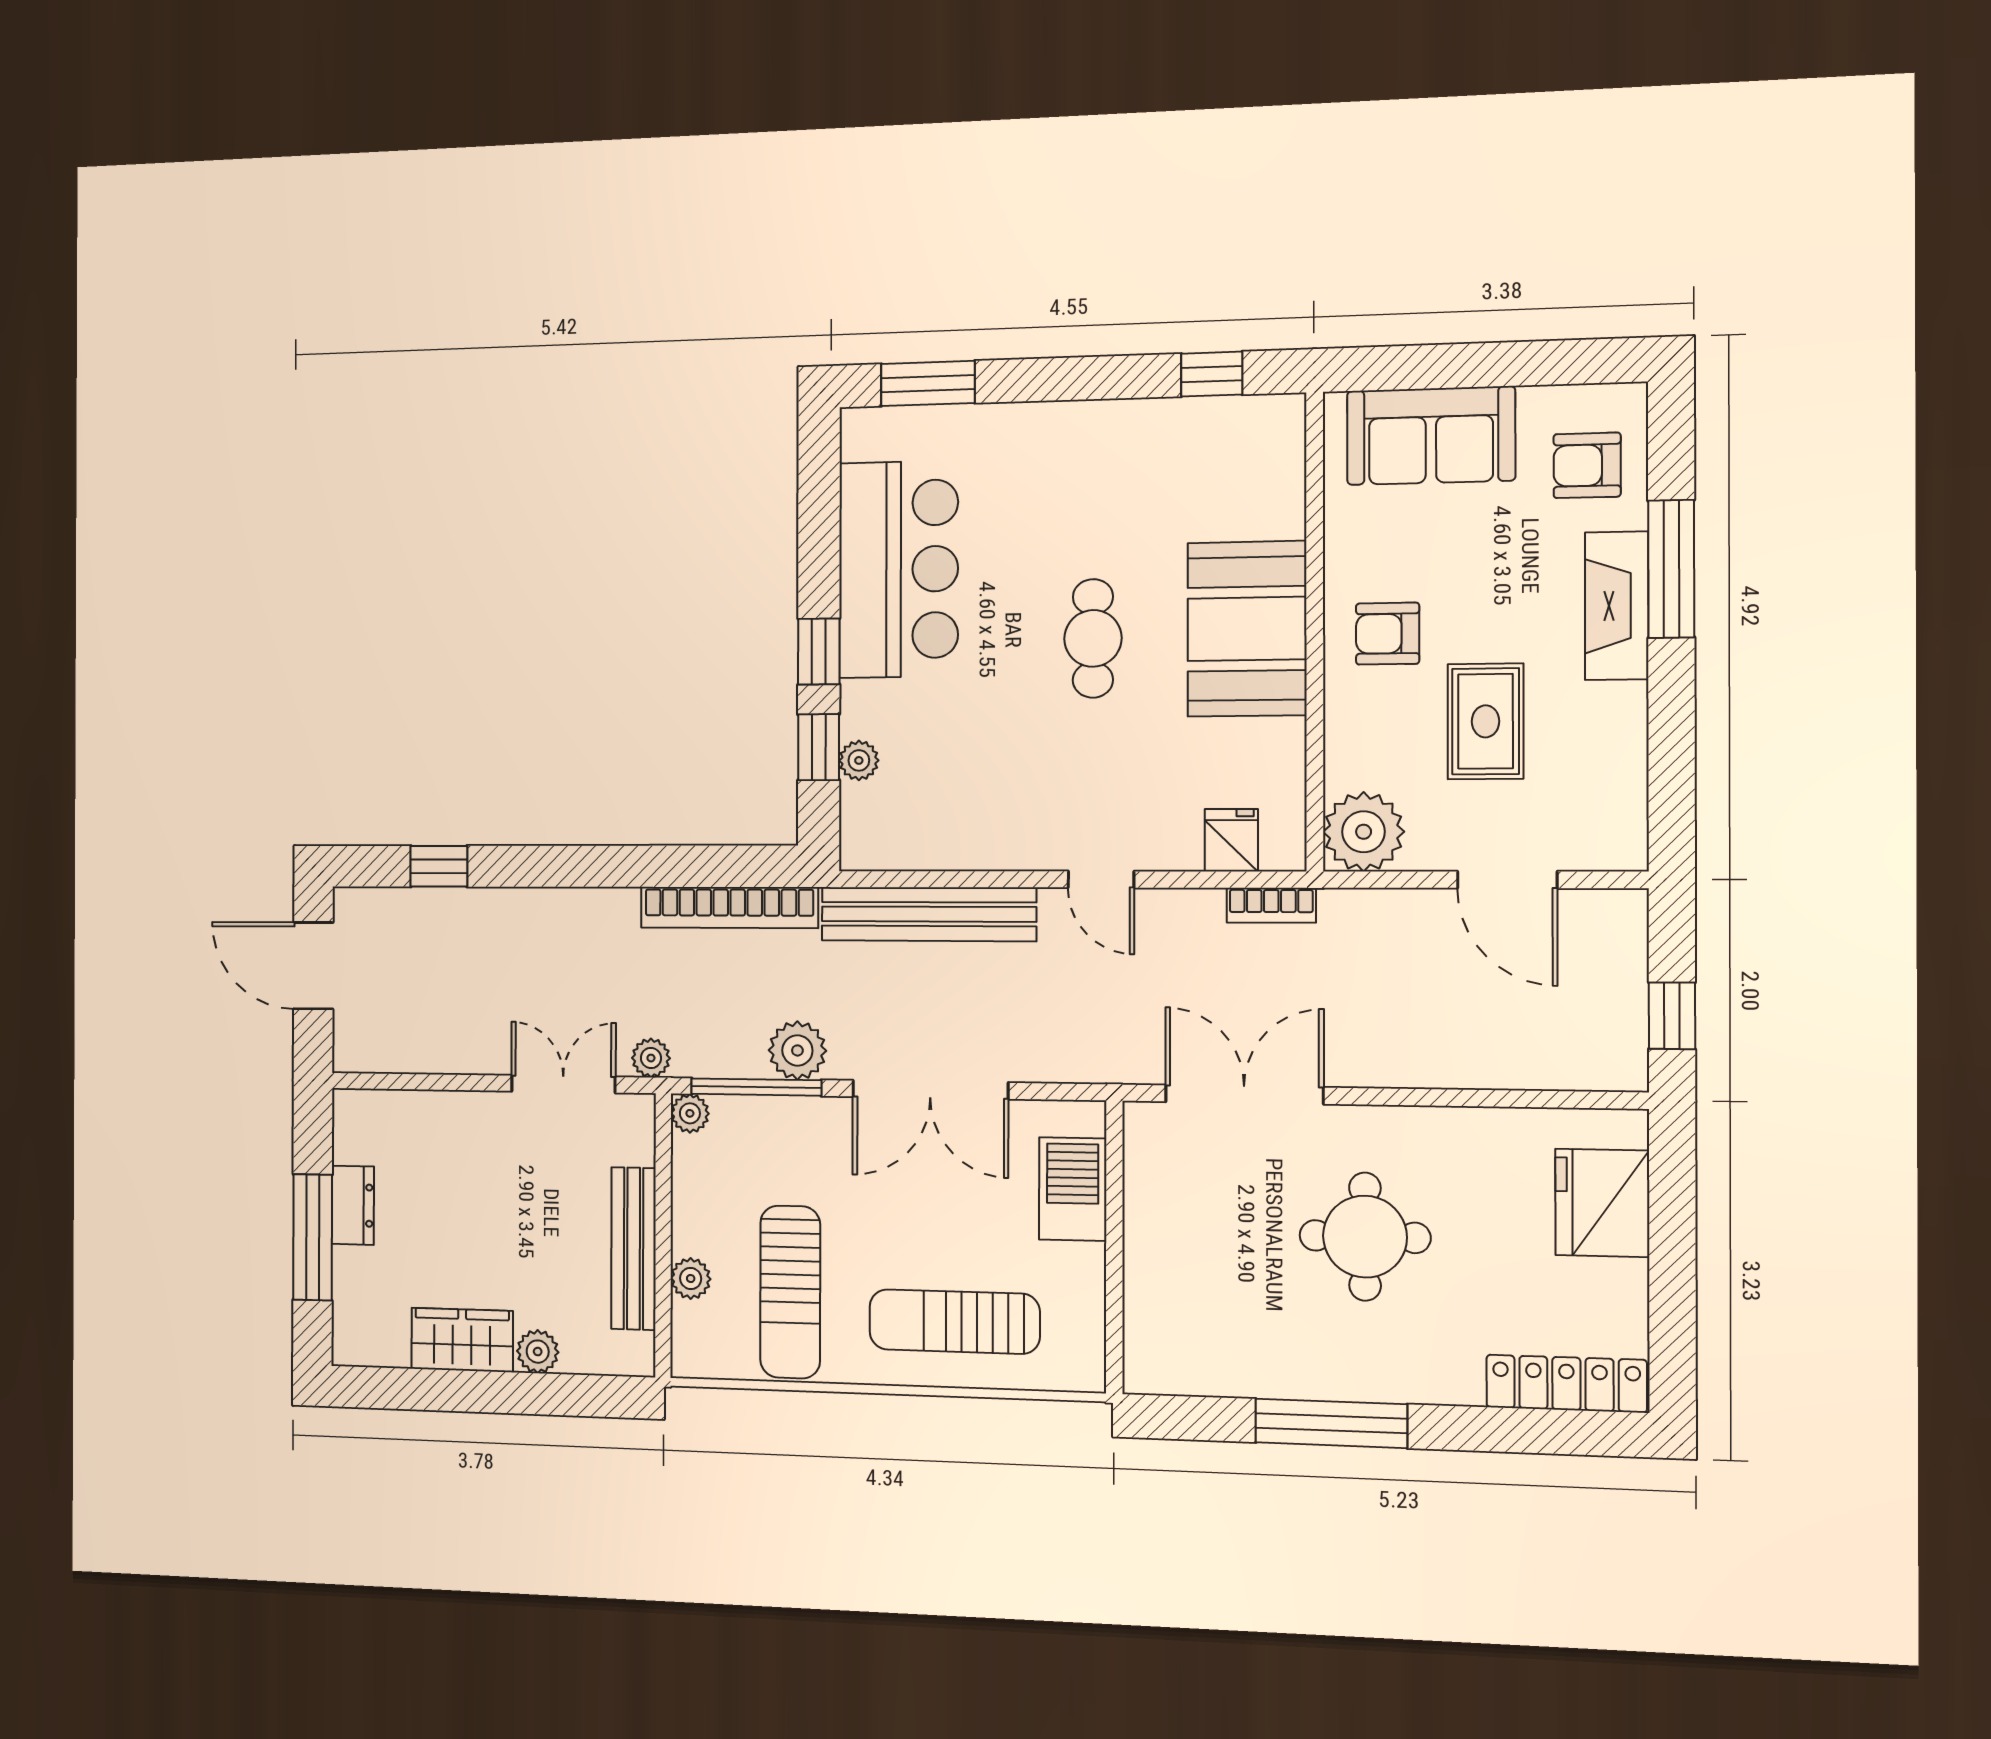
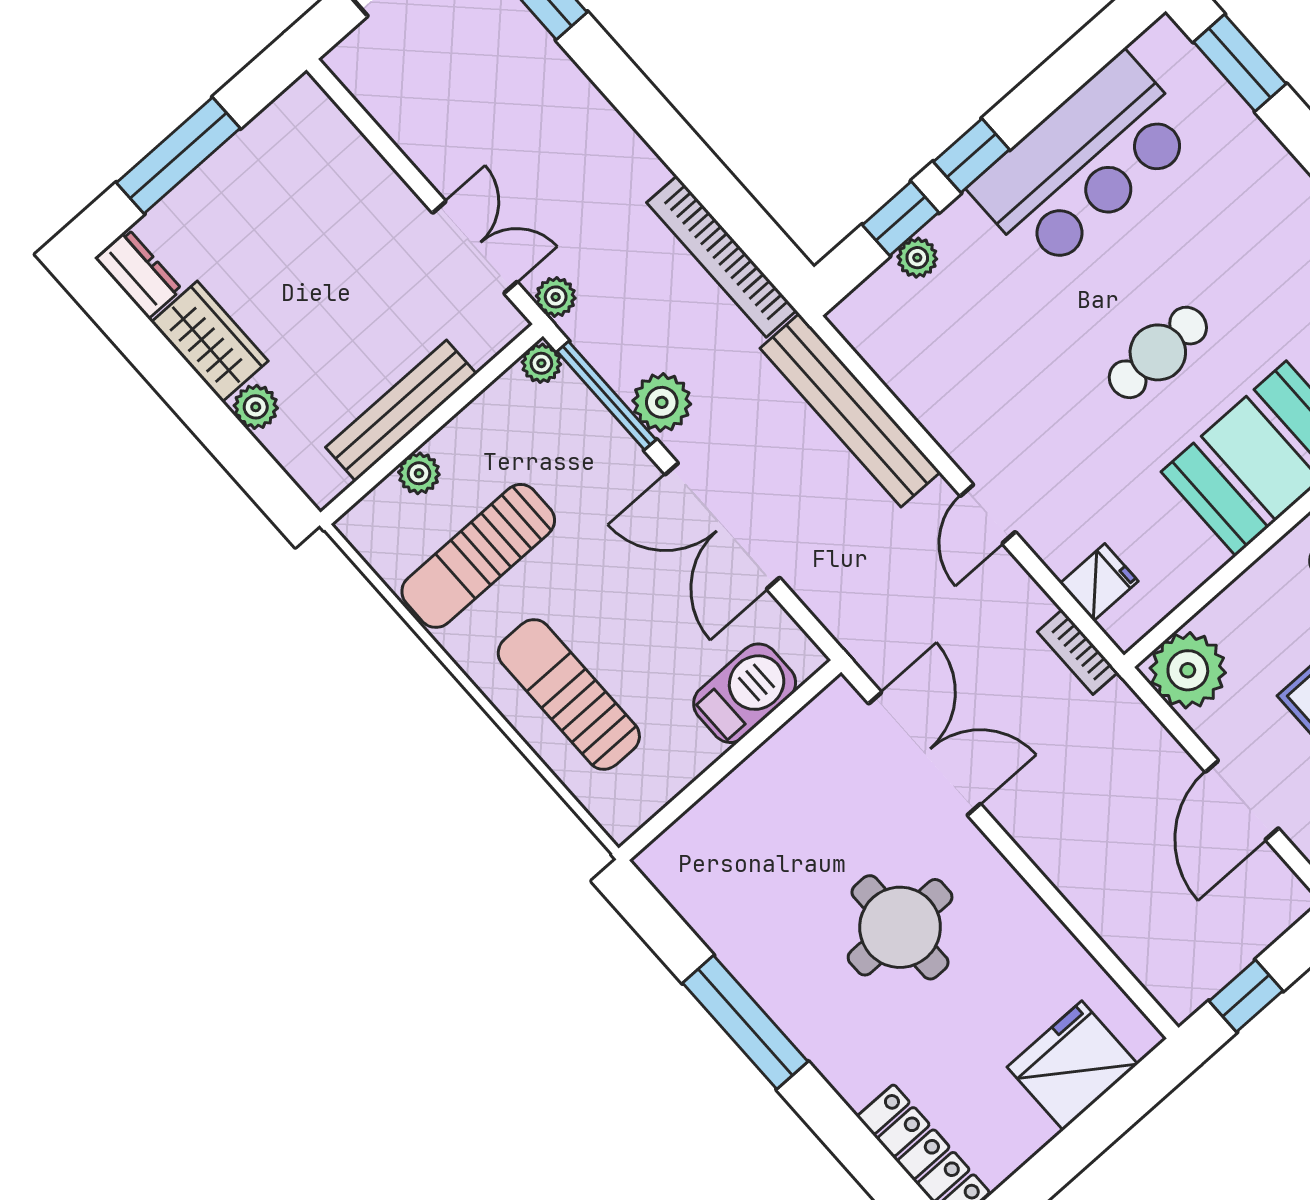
dresser: (353, 1205) -> (139, 274), moved, turned -90

